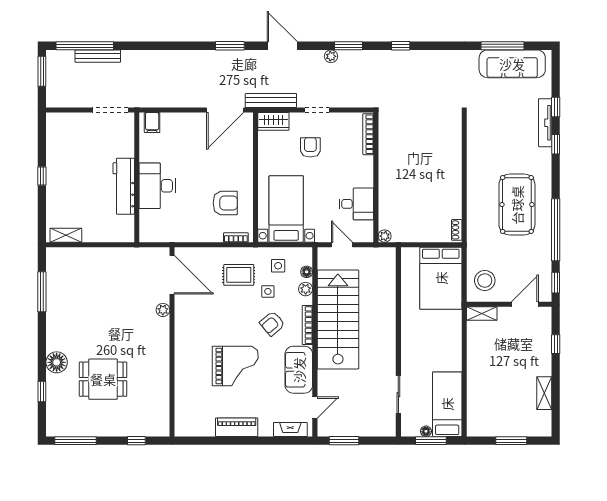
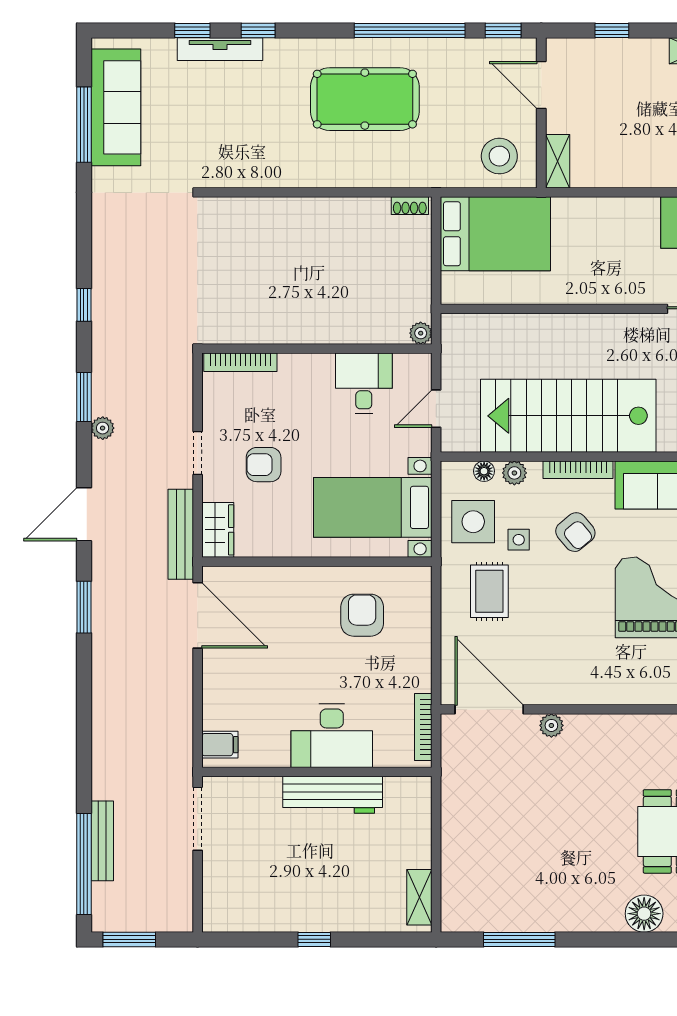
bookcase: (236, 238) -> (423, 727), moved, width x1.56
side table: (278, 266) -> (473, 522), width x1.87, depth x1.87
door: (172, 275) -> (489, 709), hinge flipped

